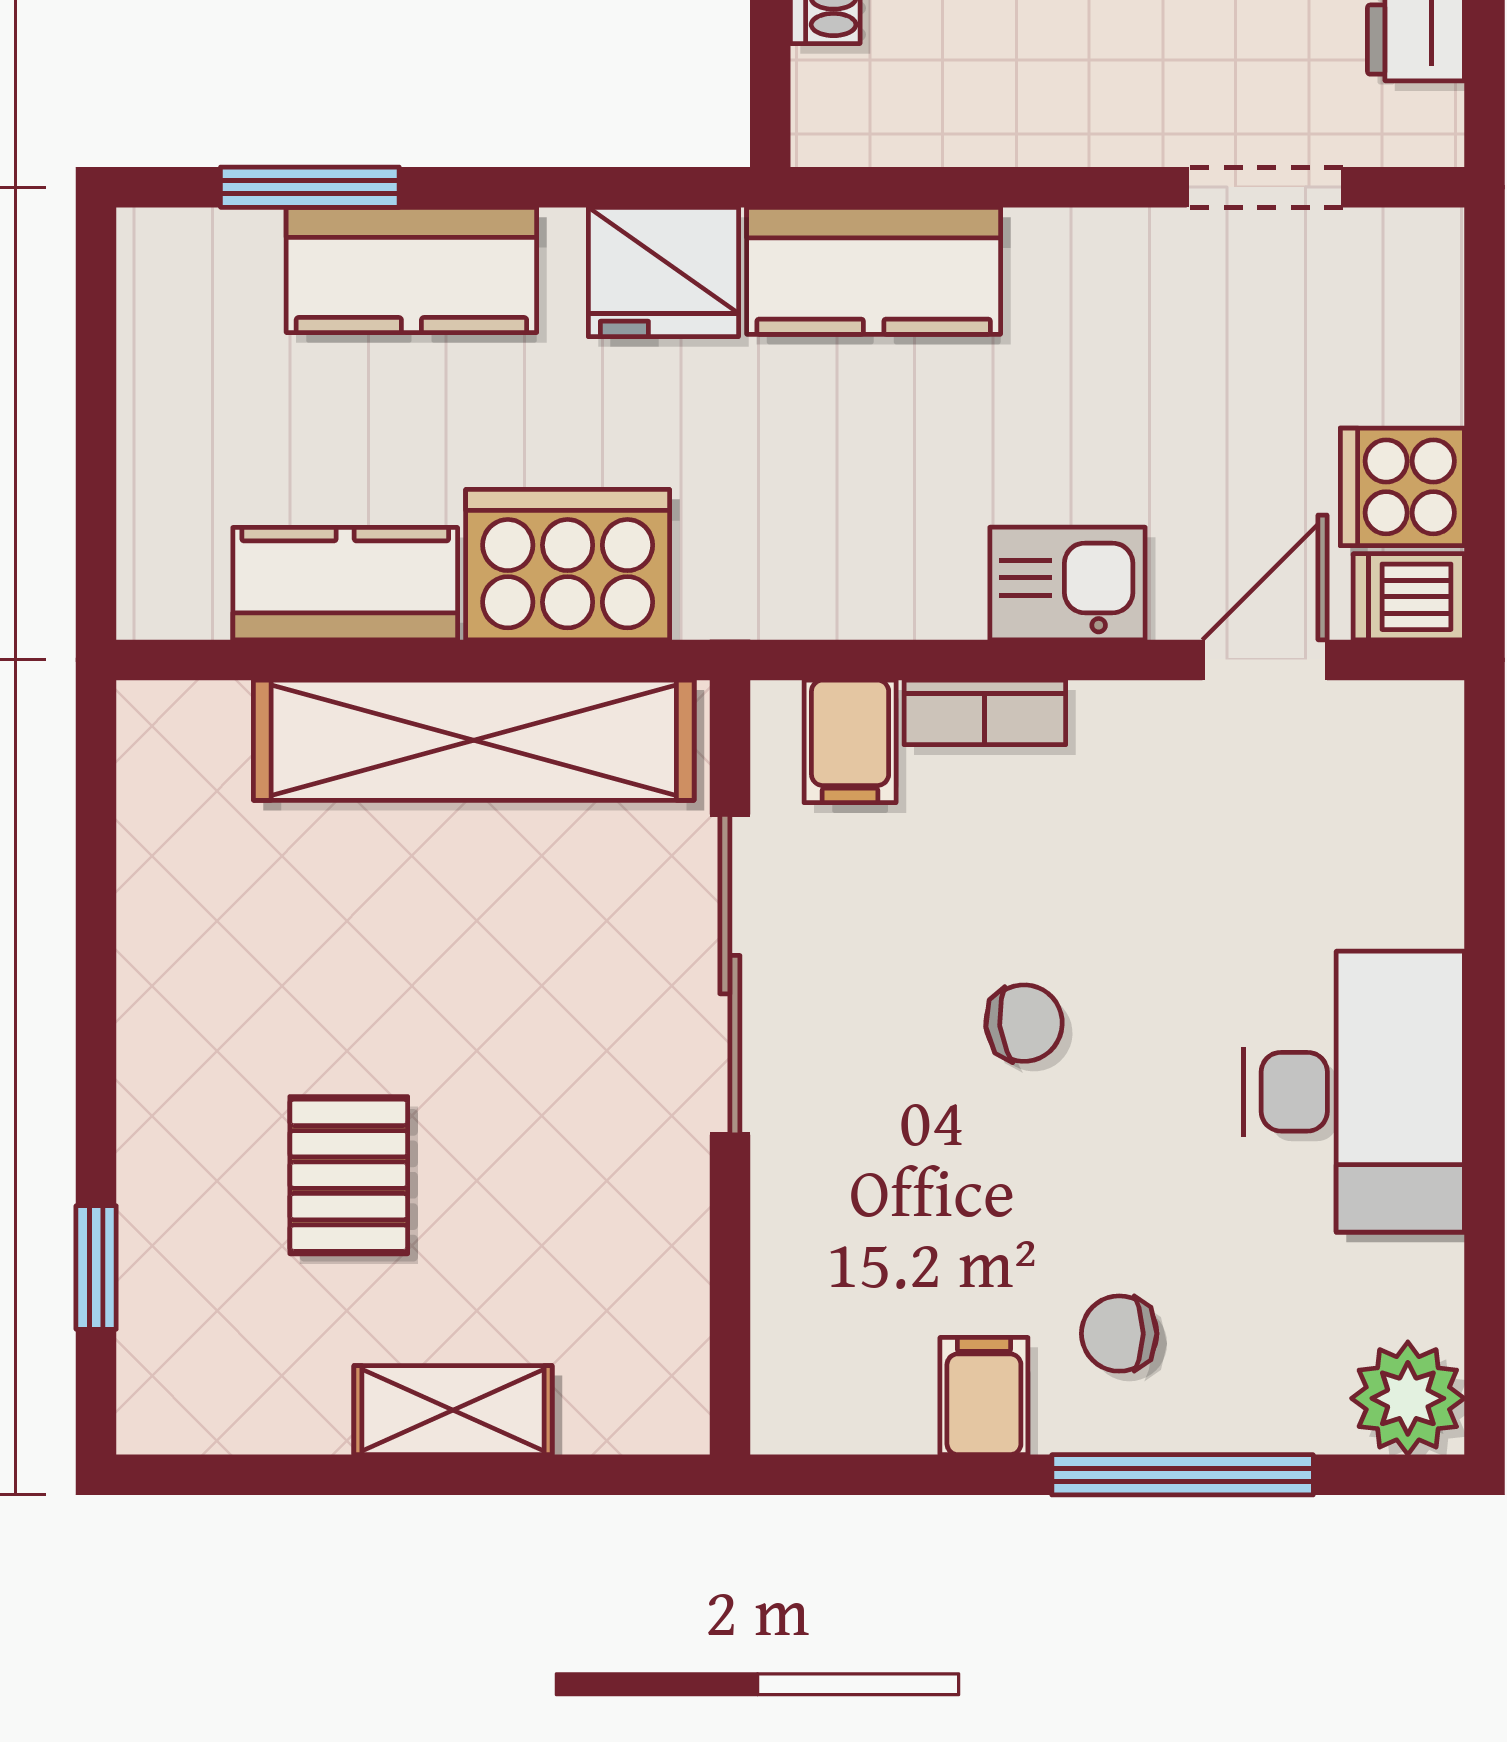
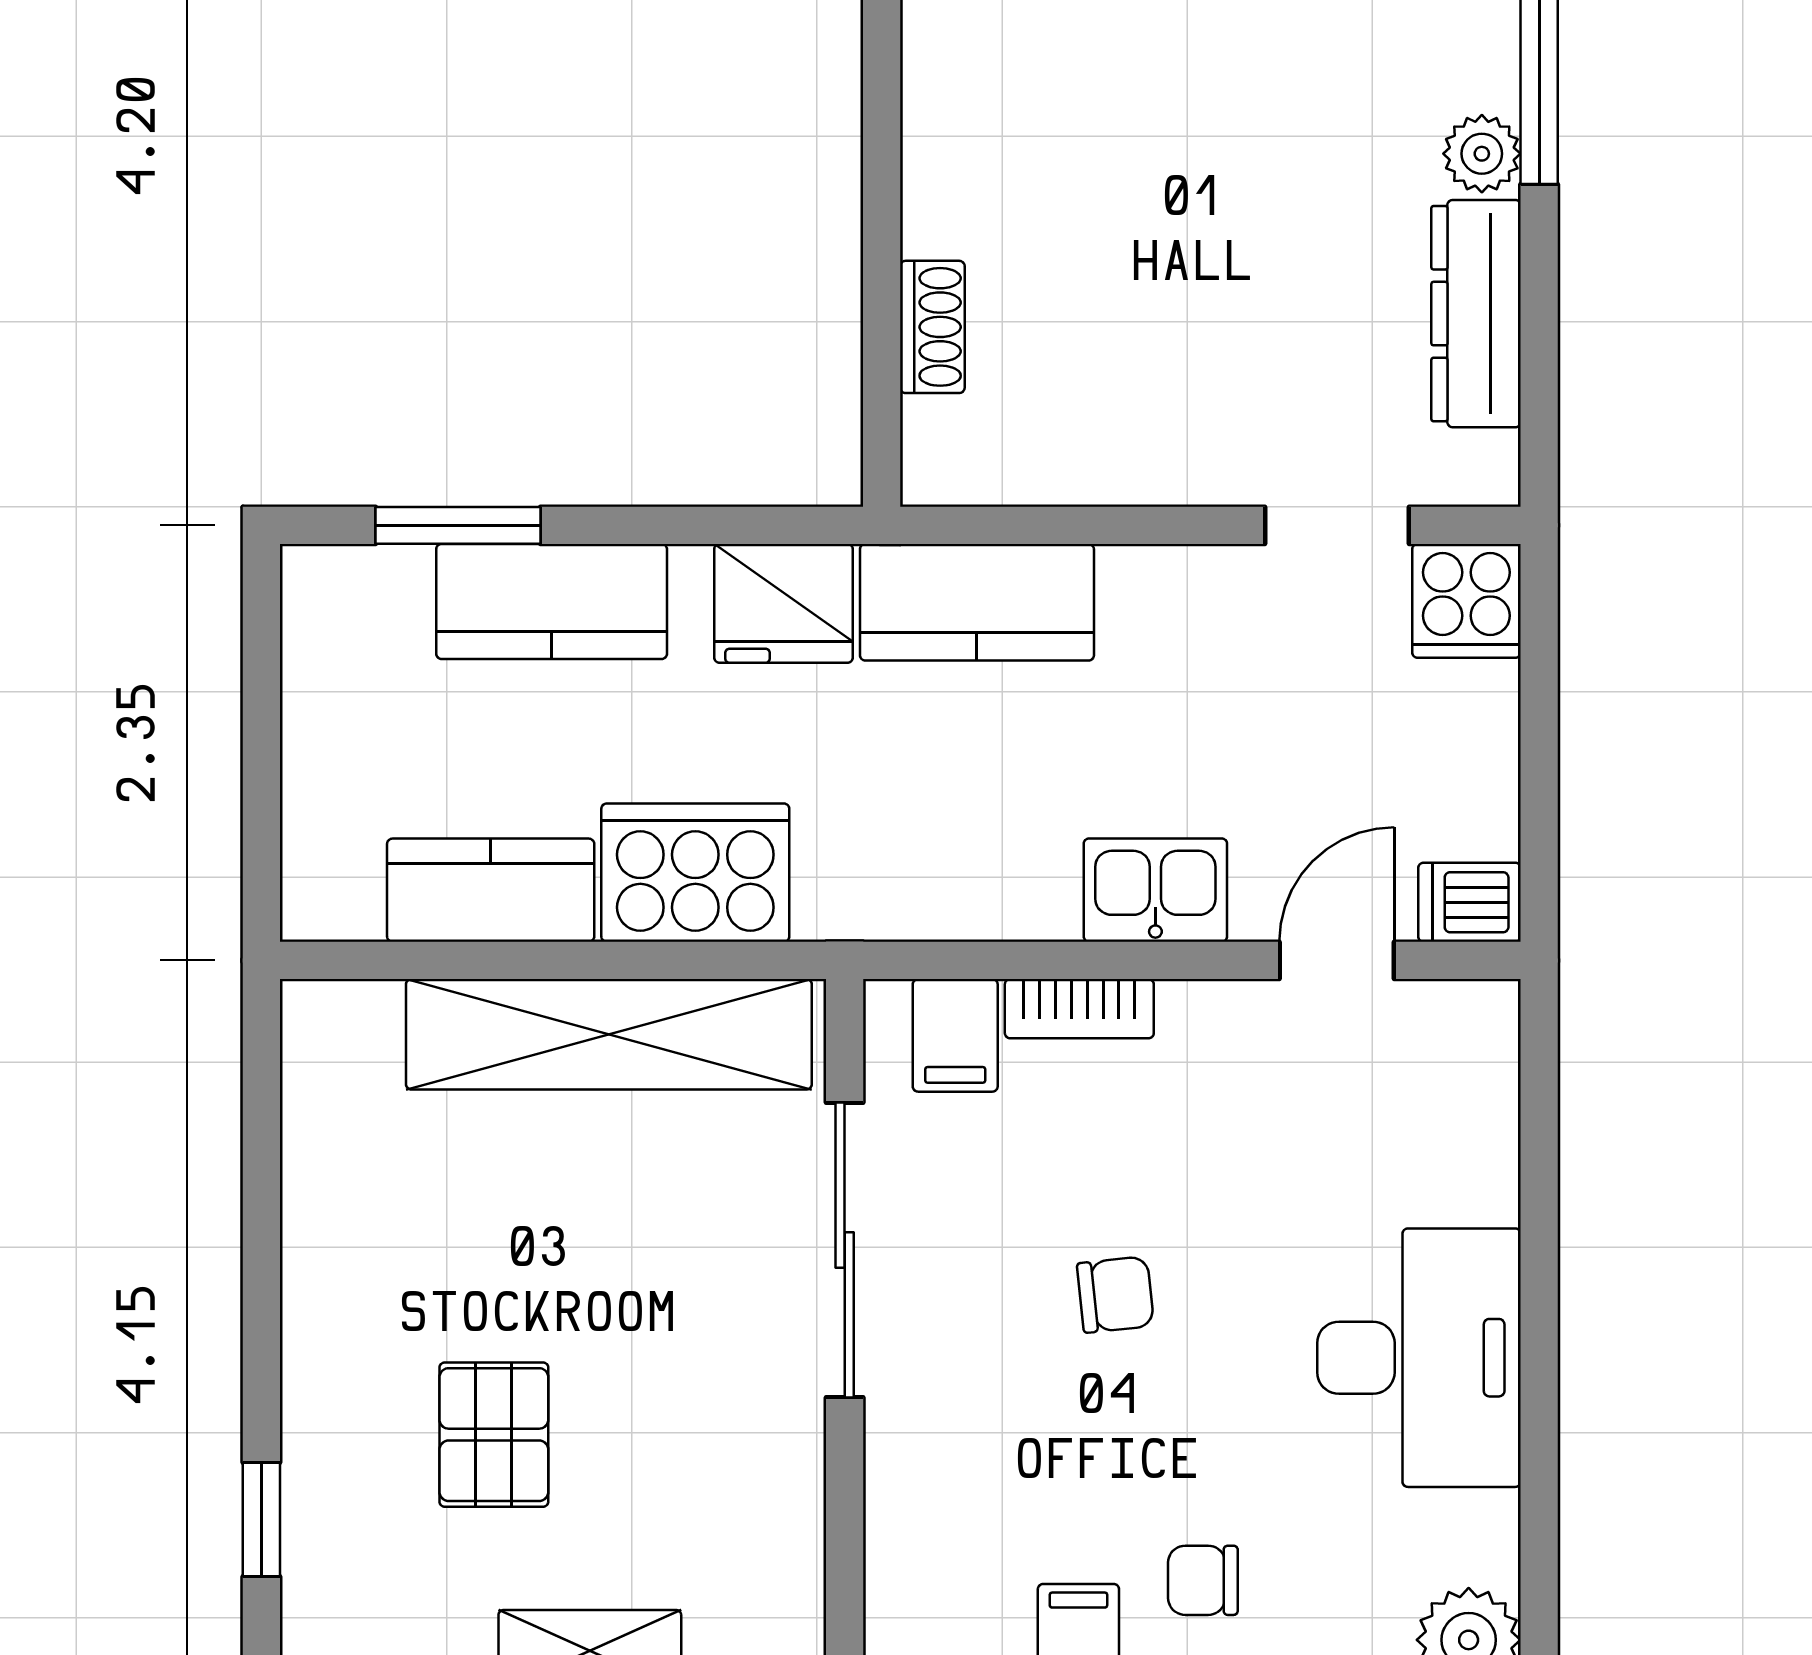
cooker: (1402, 487) -> (1466, 601), moved, turned -90

